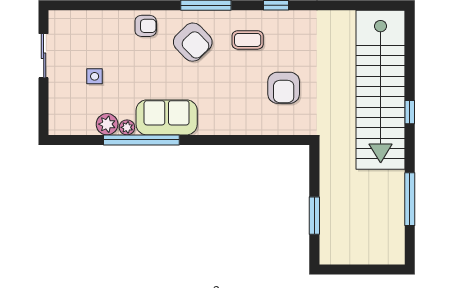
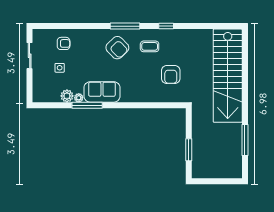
armchair: (146, 26) -> (64, 43), moved
window: (410, 112) -> (245, 89), removed
window: (141, 140) -> (87, 105), width x0.68

